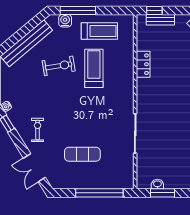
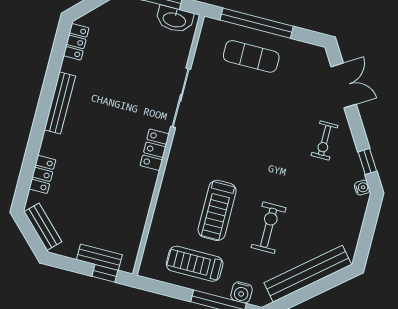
locker: (143, 64) -> (155, 150), moved
exercise bike: (59, 66) -> (269, 228), turned 99
exercise mat: (82, 154) -> (251, 56), moved
washbasin: (157, 184) -> (174, 19), width x1.91, depth x1.45

